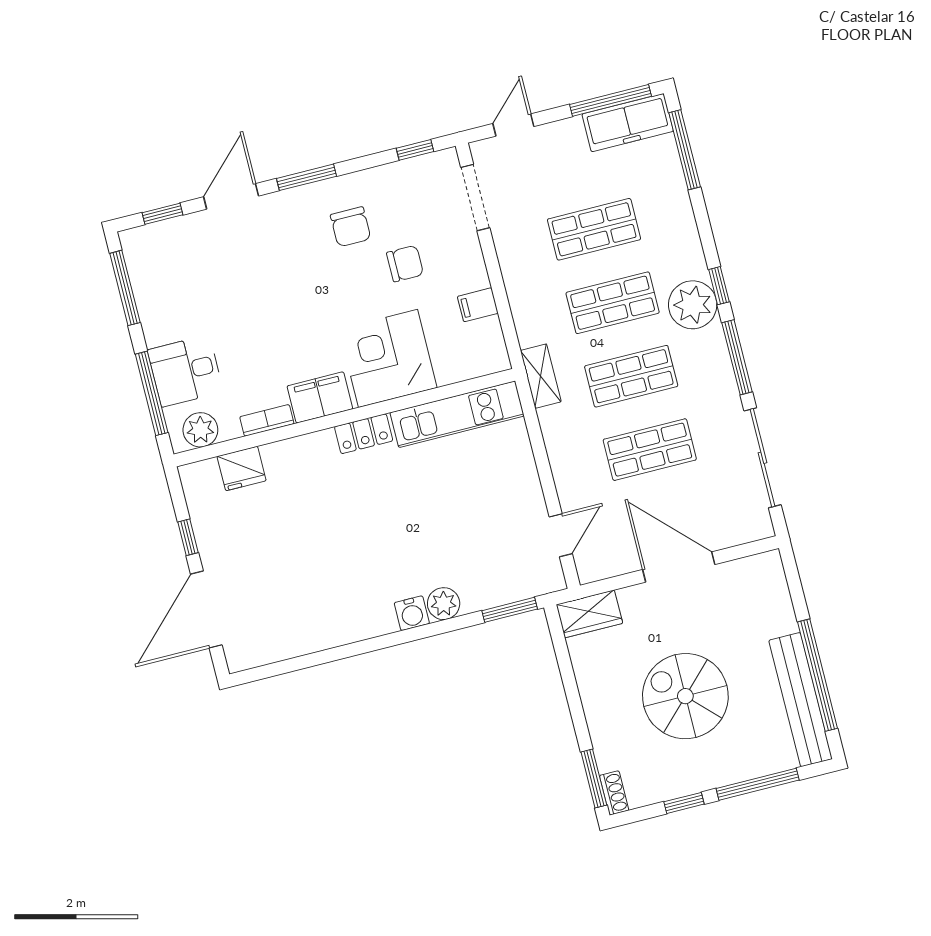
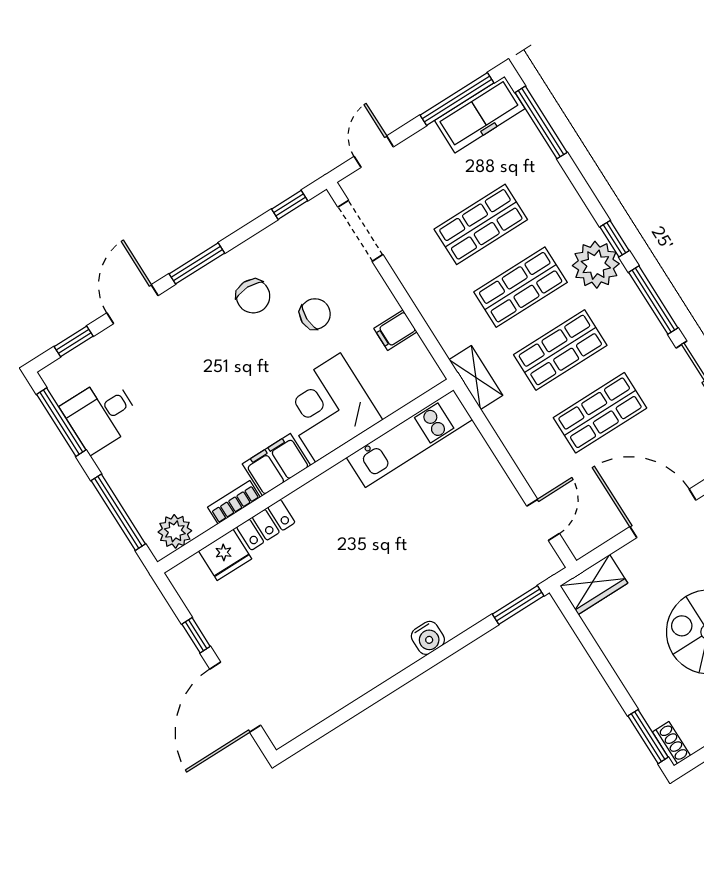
desk: (185, 371) -> (101, 414), moved
locker: (364, 434) -> (266, 525), moved
plant: (444, 604) -> (455, 619), removed

